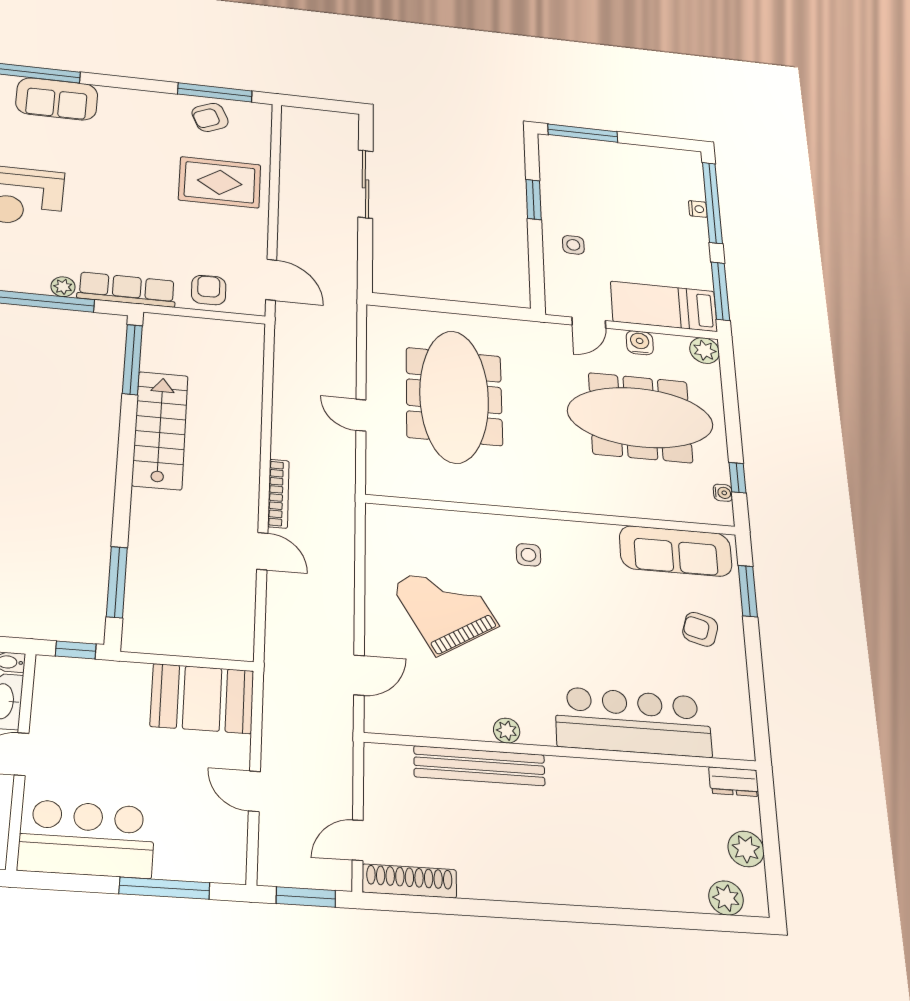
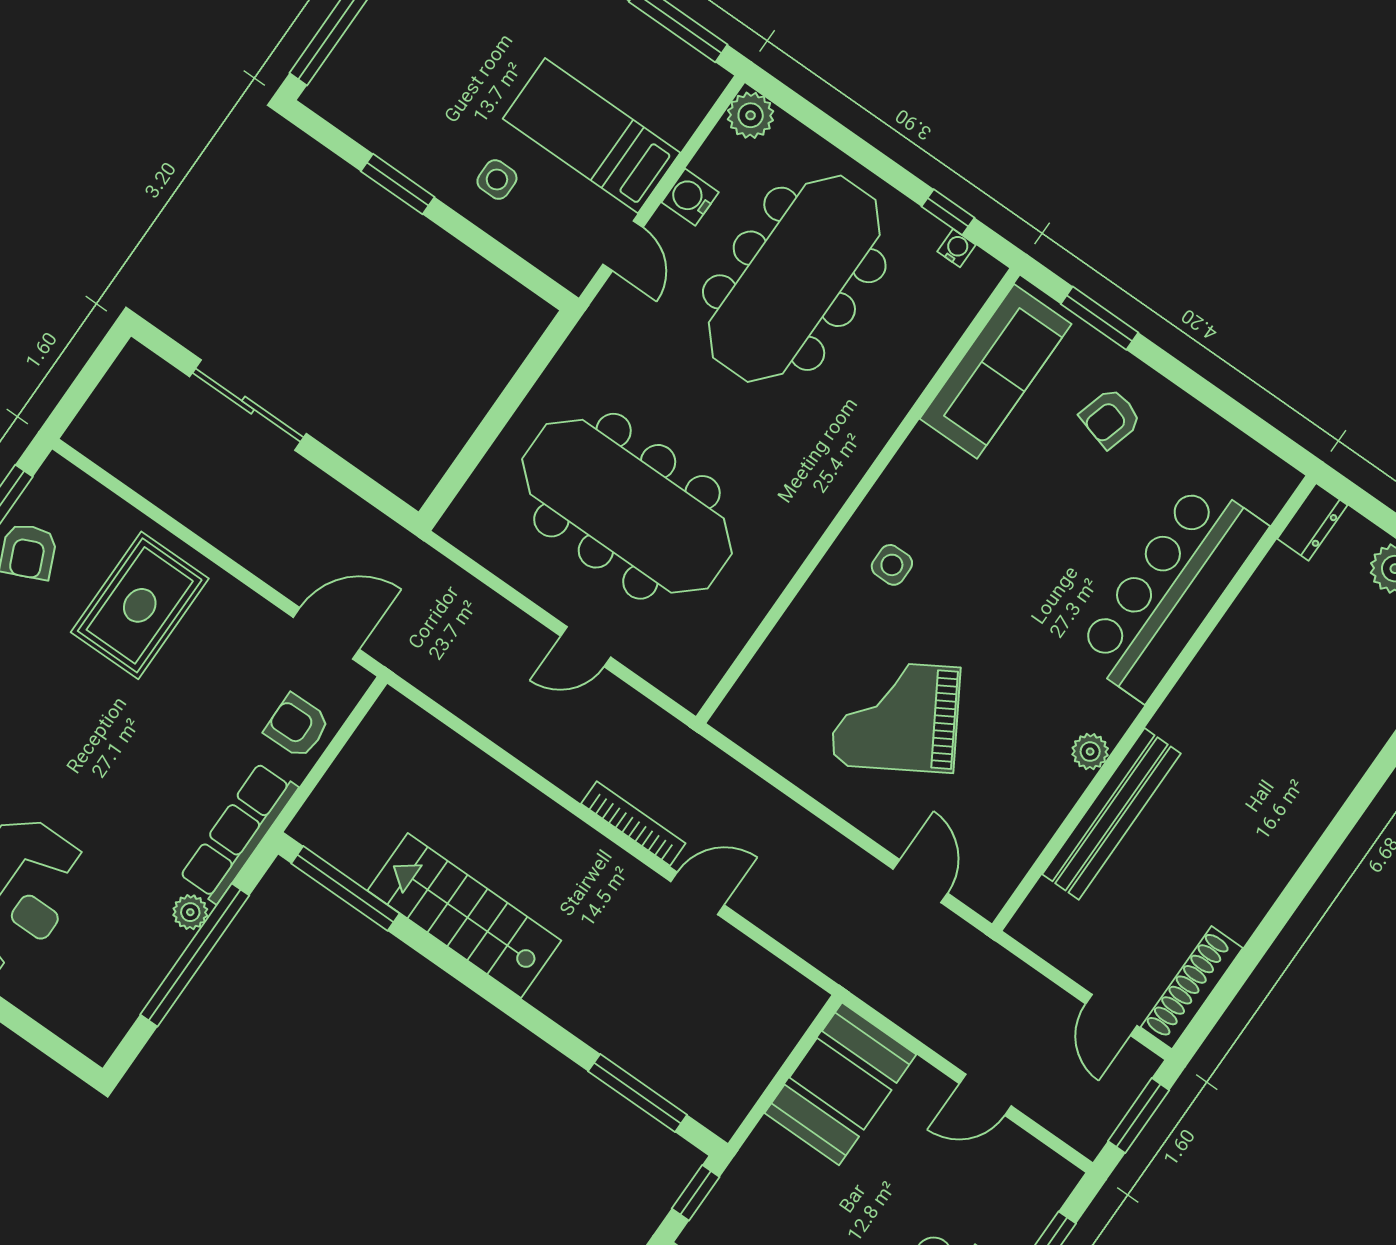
bed: (664, 306) -> (591, 136), moved, turned 90

